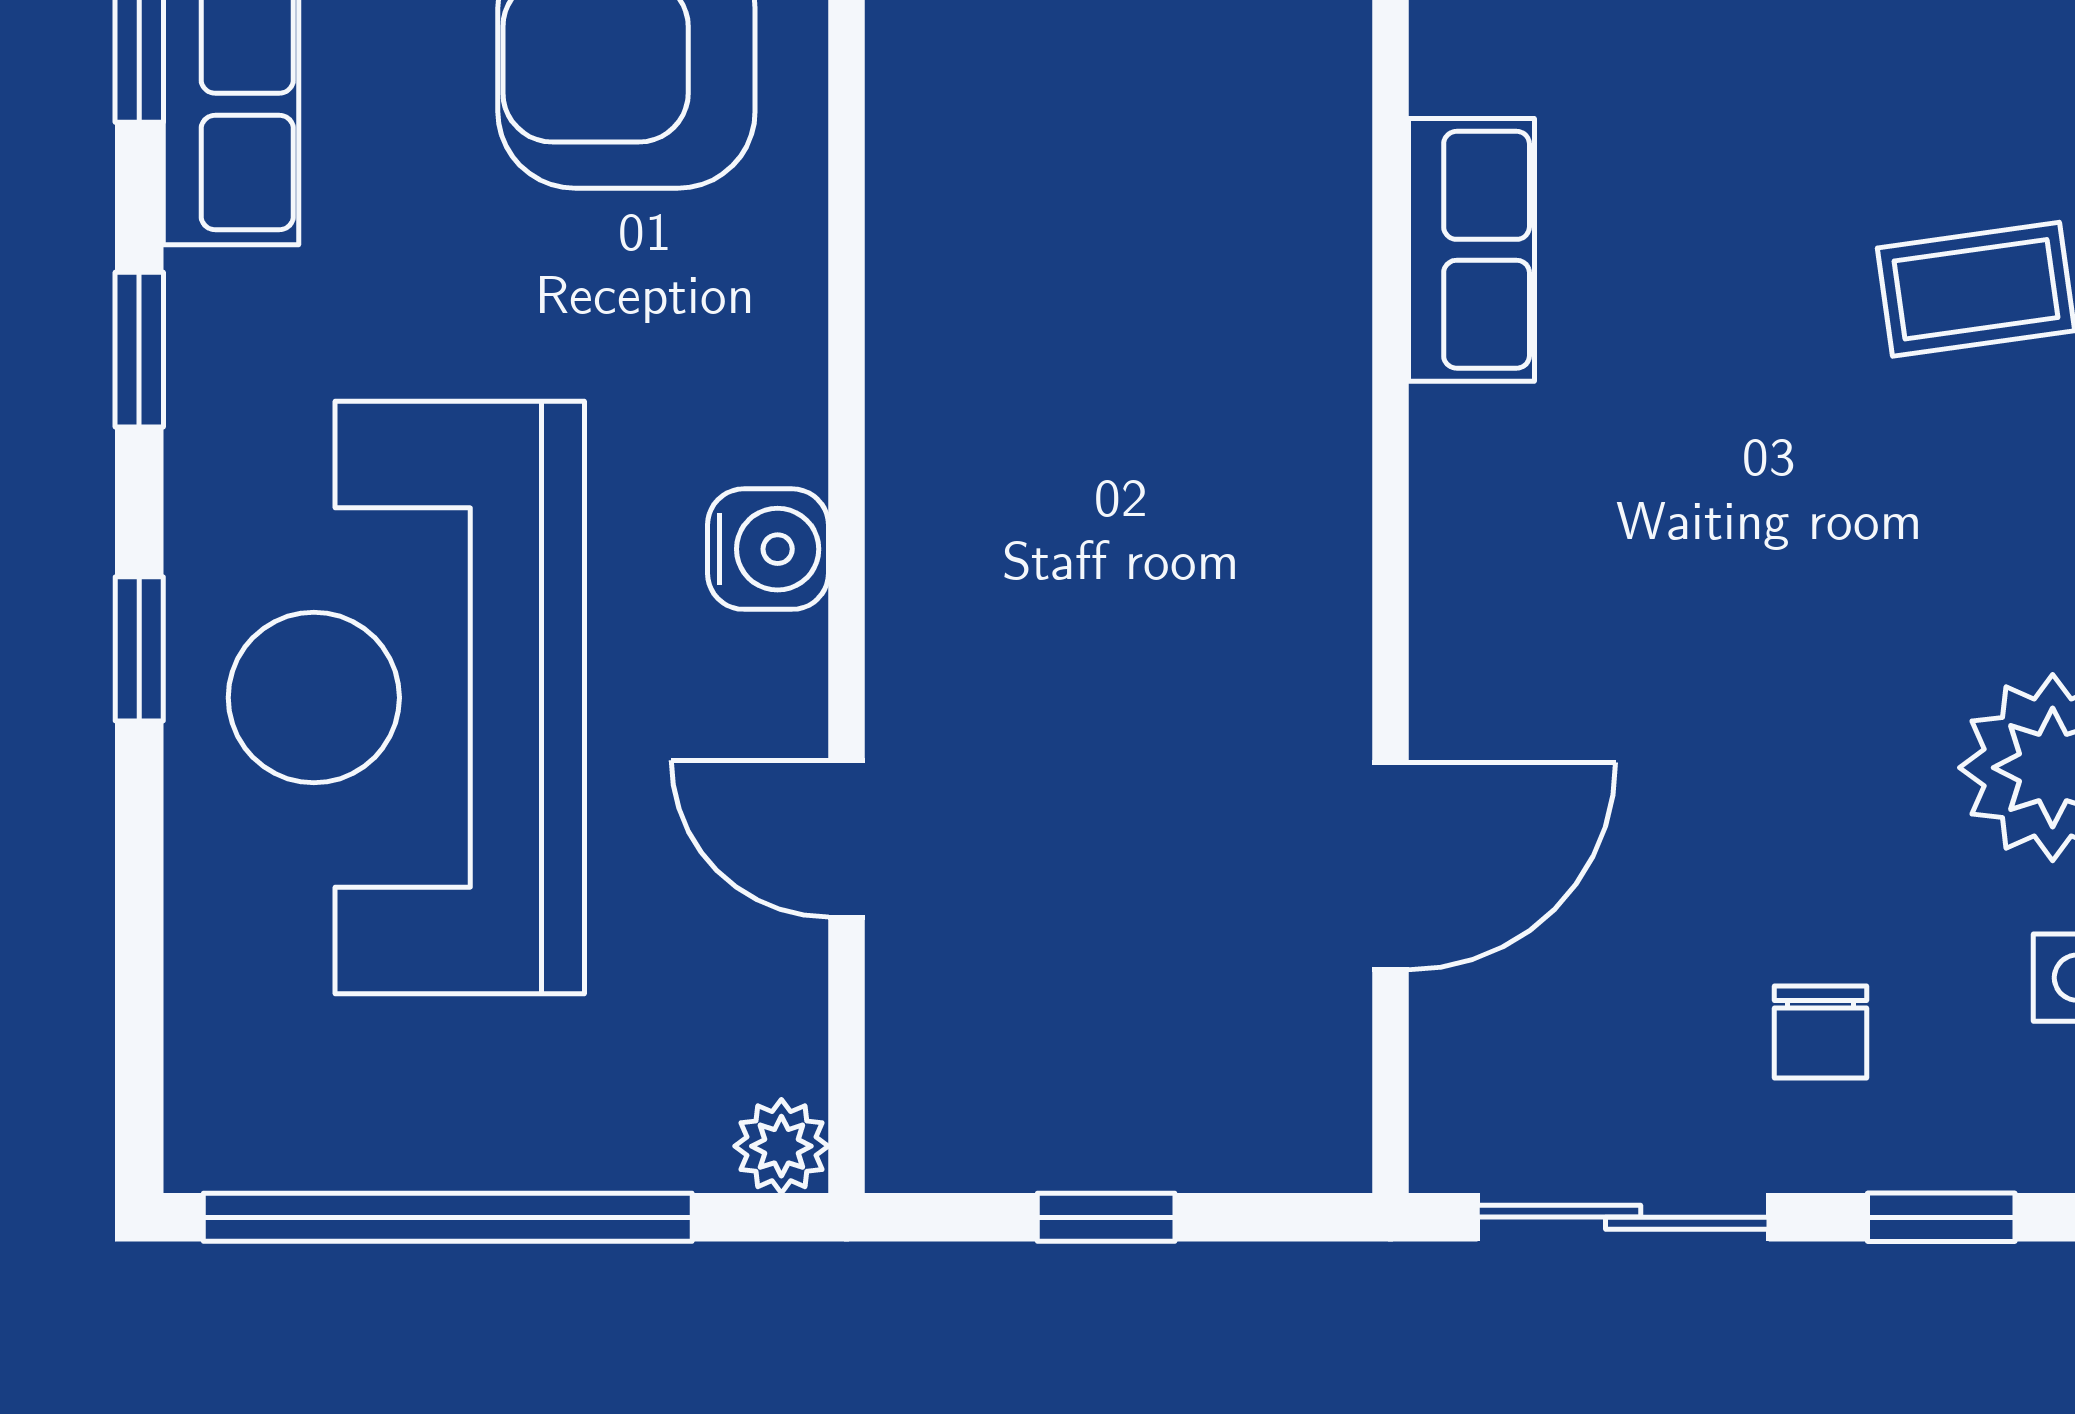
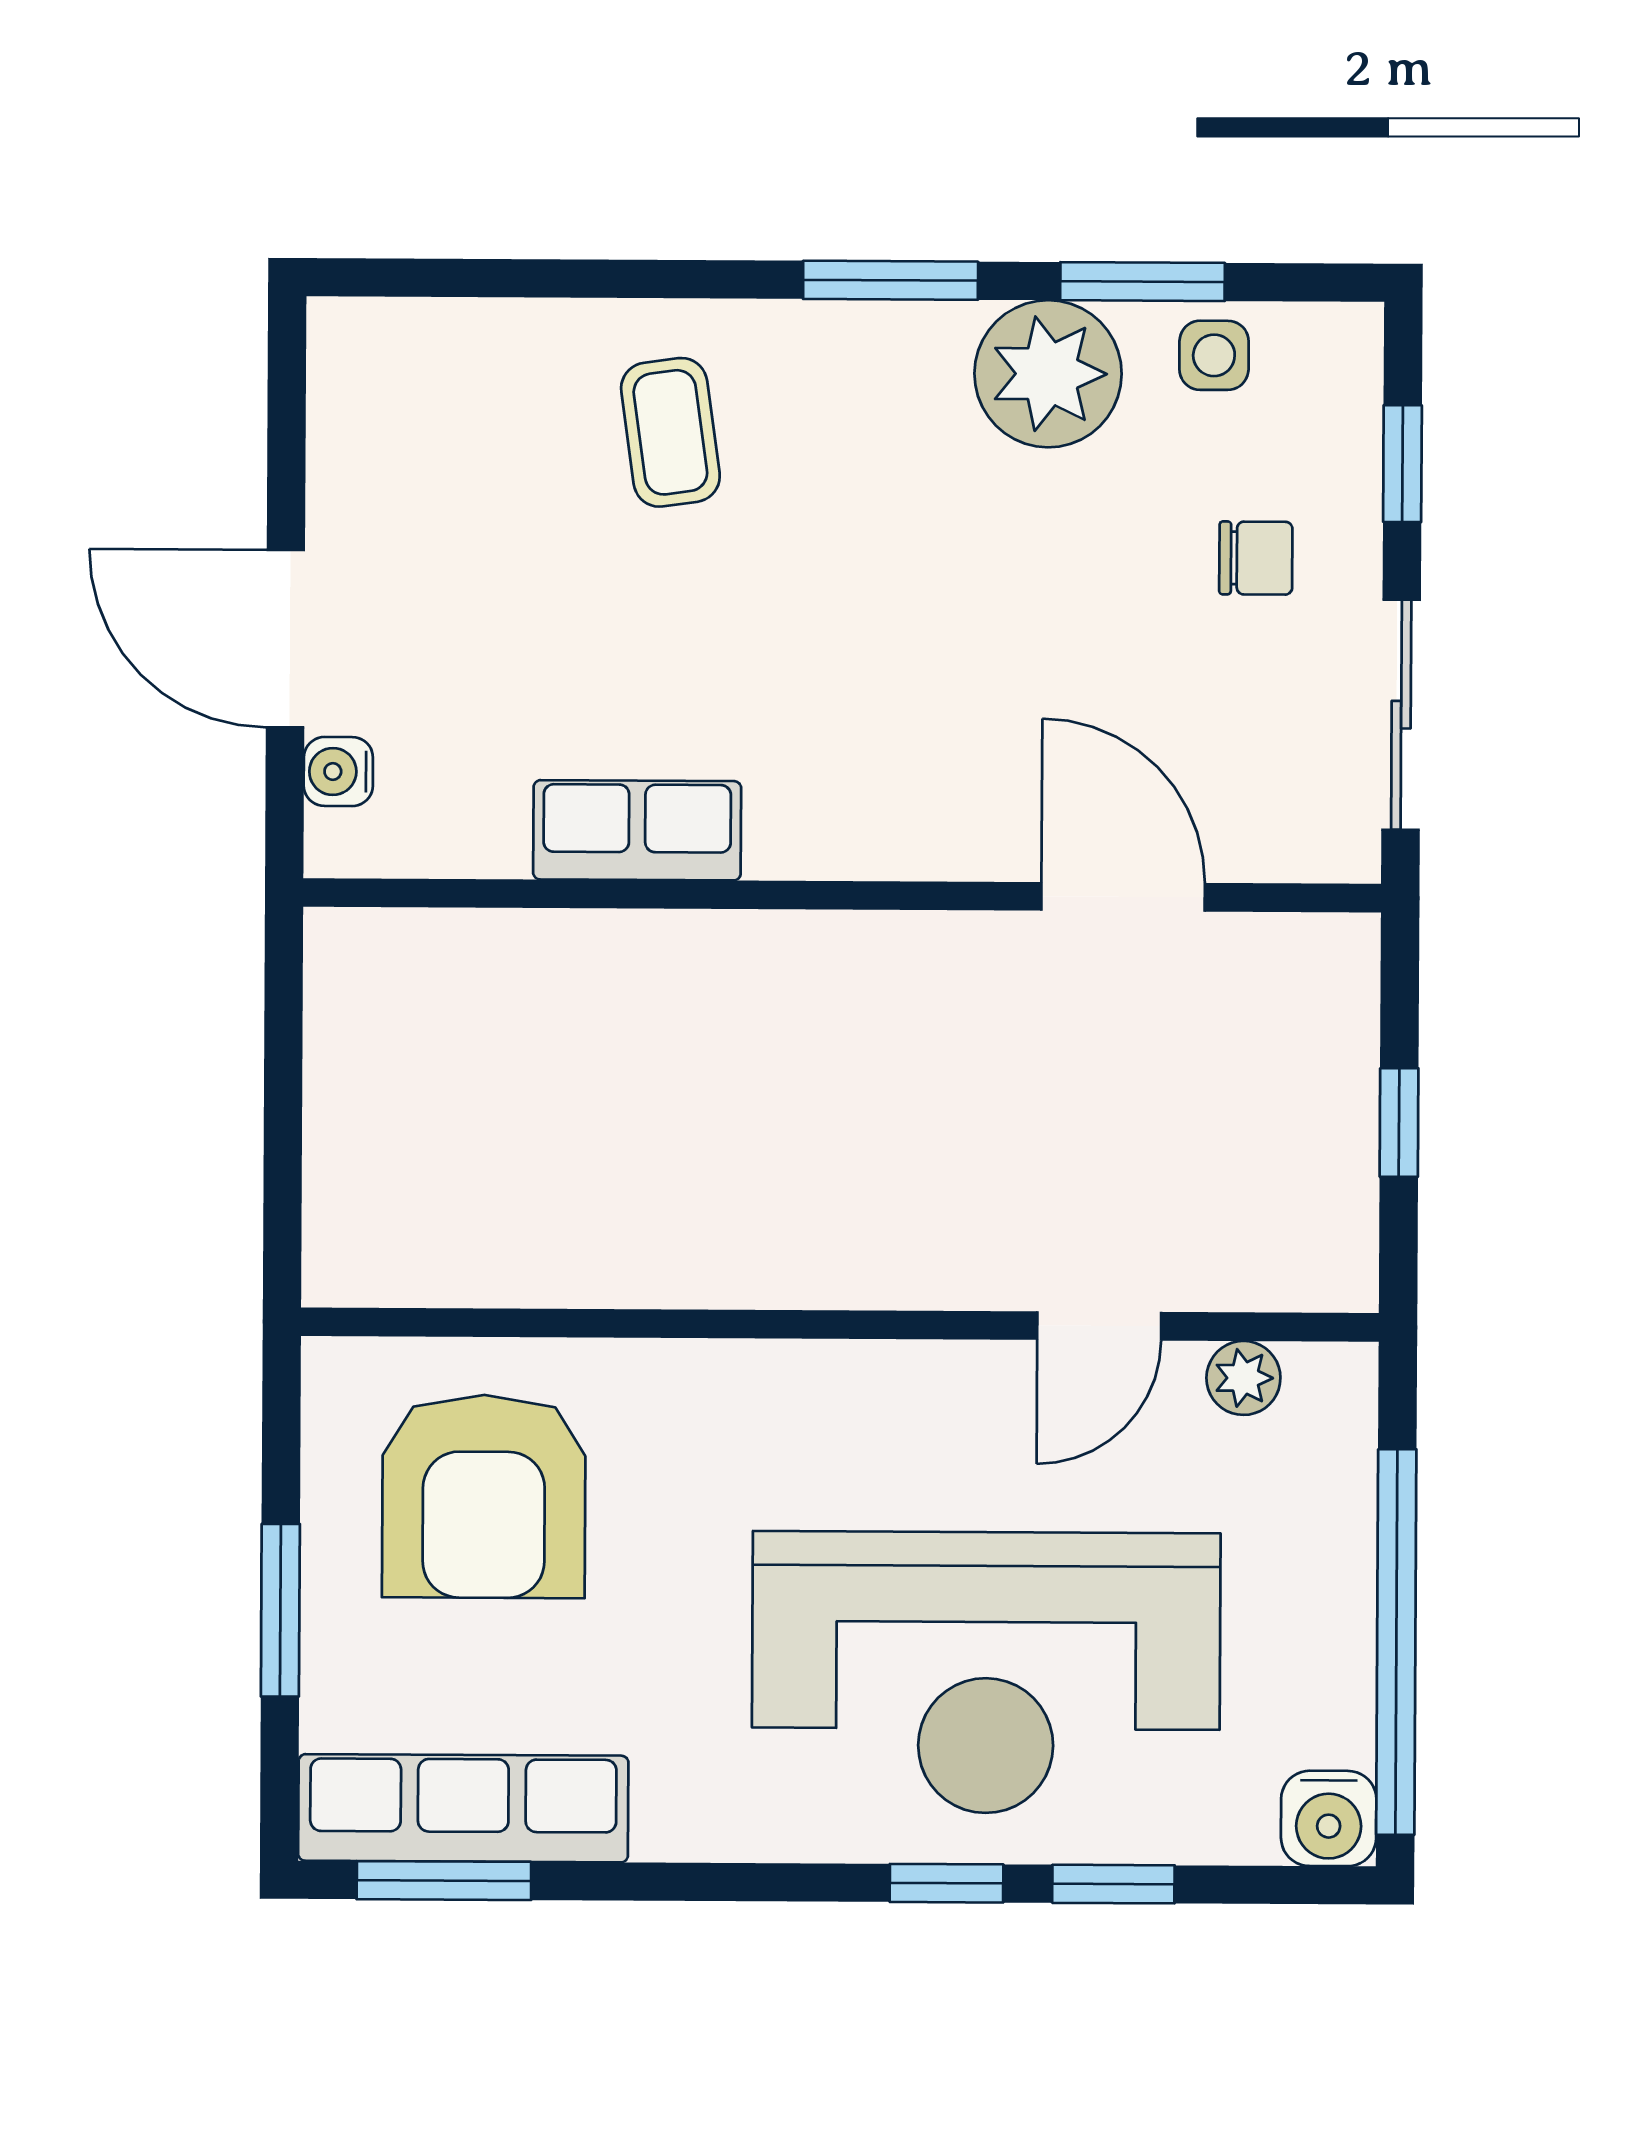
window: (139, 350) -> (1113, 1884), moved
water cooler: (768, 549) -> (1329, 1818), moved, turned 180
plant: (781, 1146) -> (1243, 1378), moved

